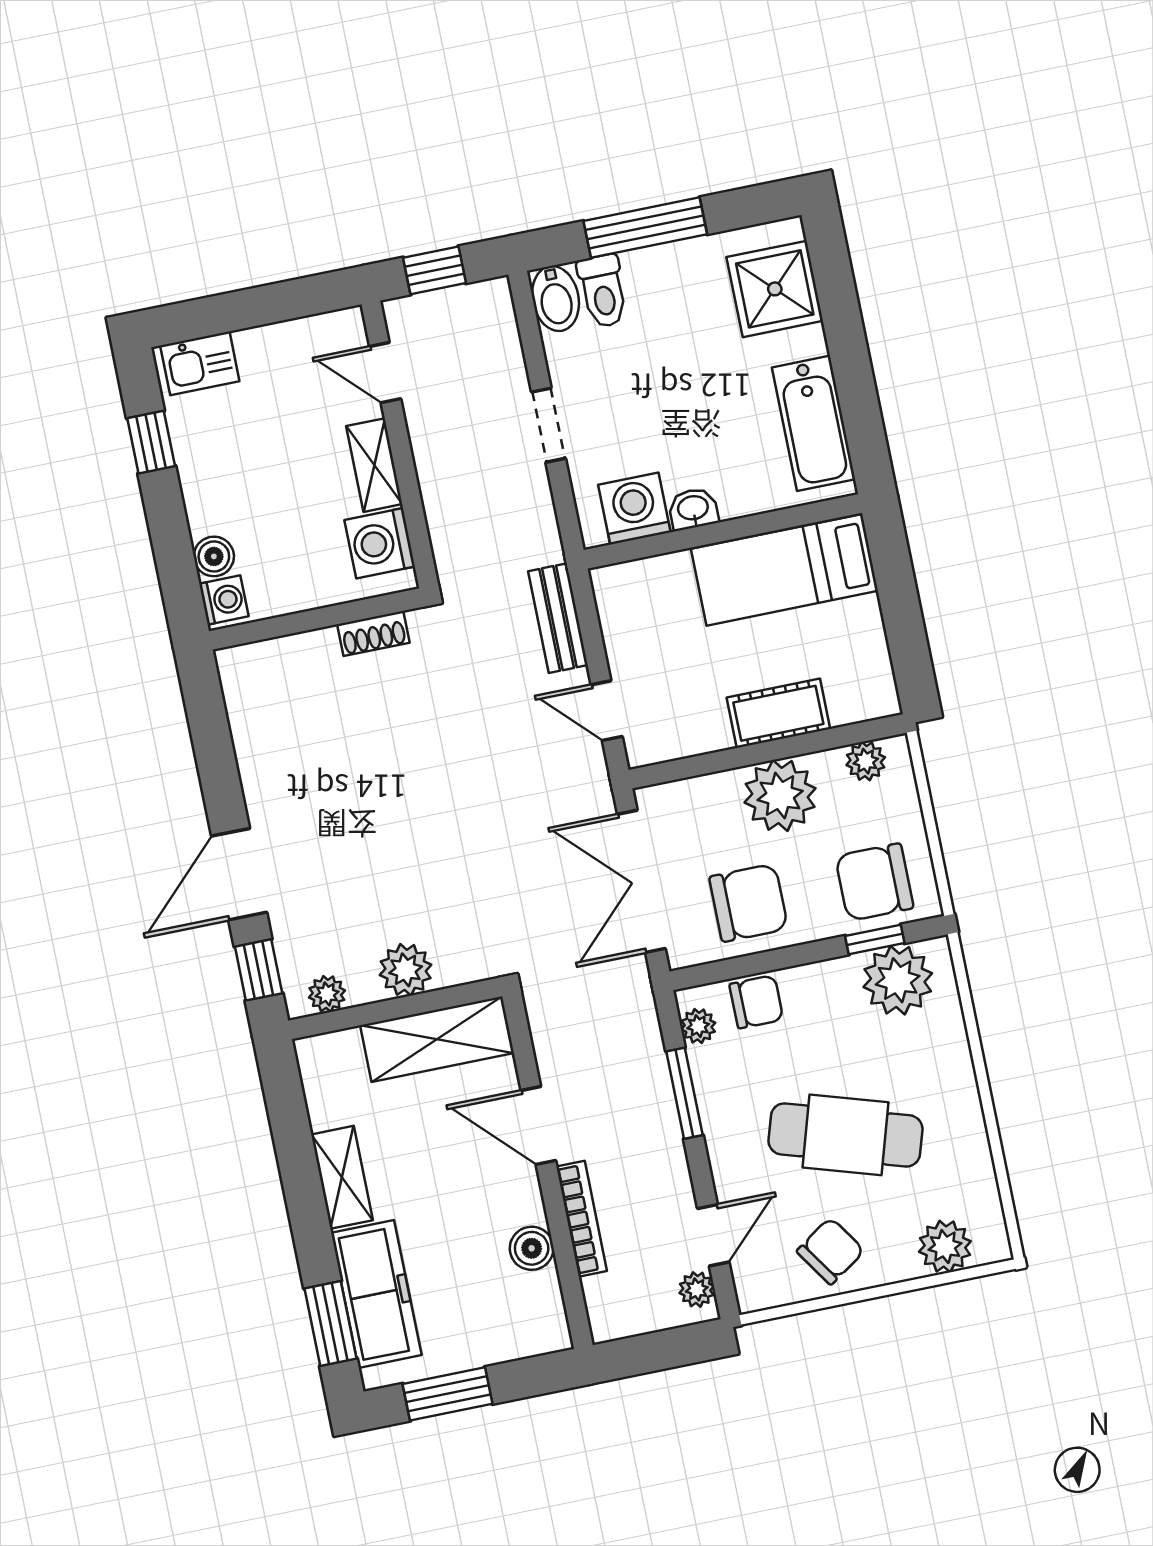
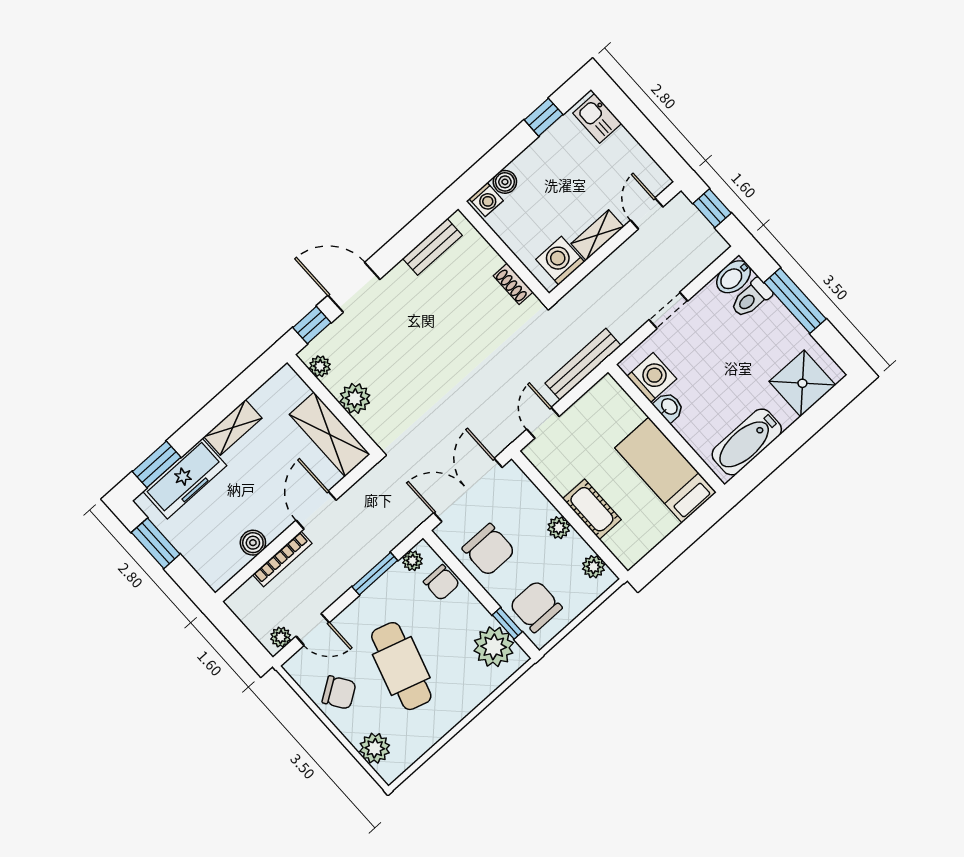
bench: (558, 618) -> (583, 364), width x1.36
bench: (247, 722) -> (432, 247), added
plant: (780, 795) -> (559, 528), width x0.53, depth x0.53

